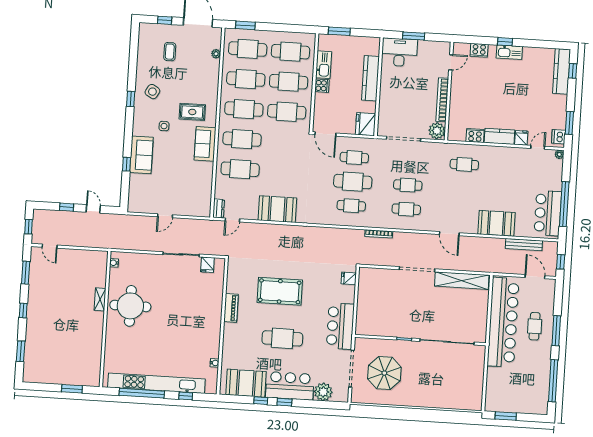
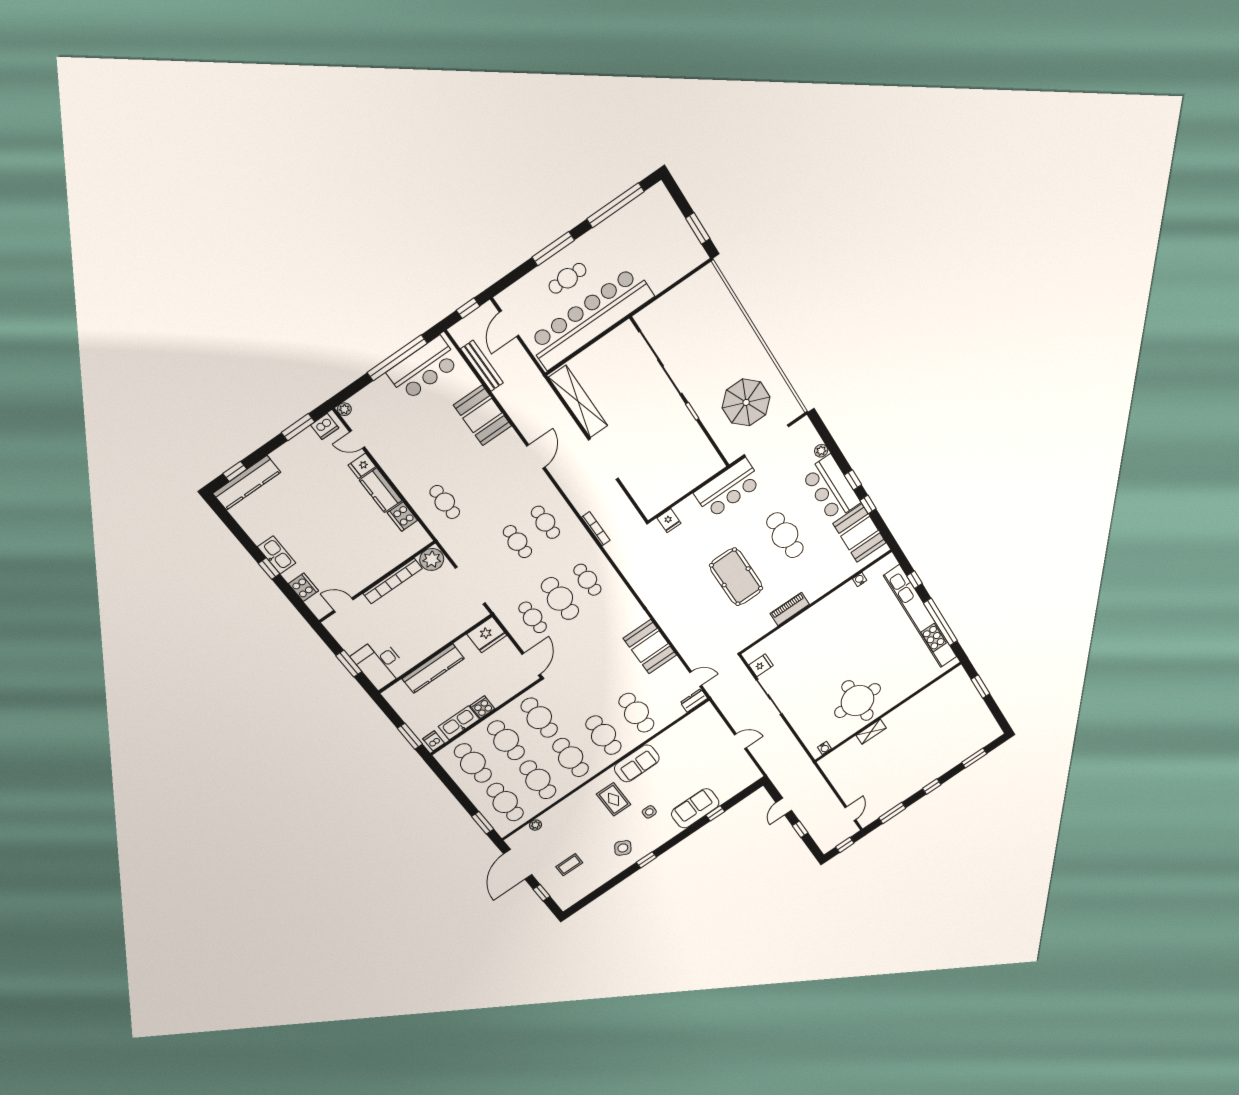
dishwasher: (325, 42) -> (434, 741), added
plant: (323, 392) -> (821, 451), width x0.53, depth x0.53

